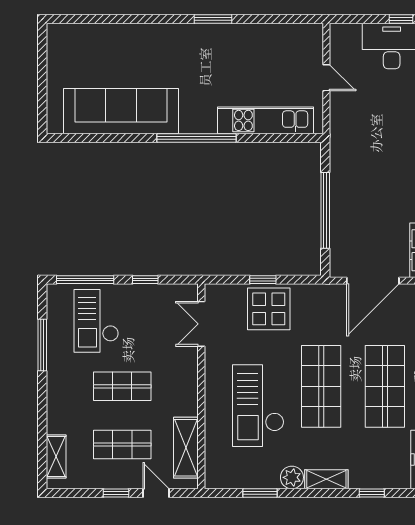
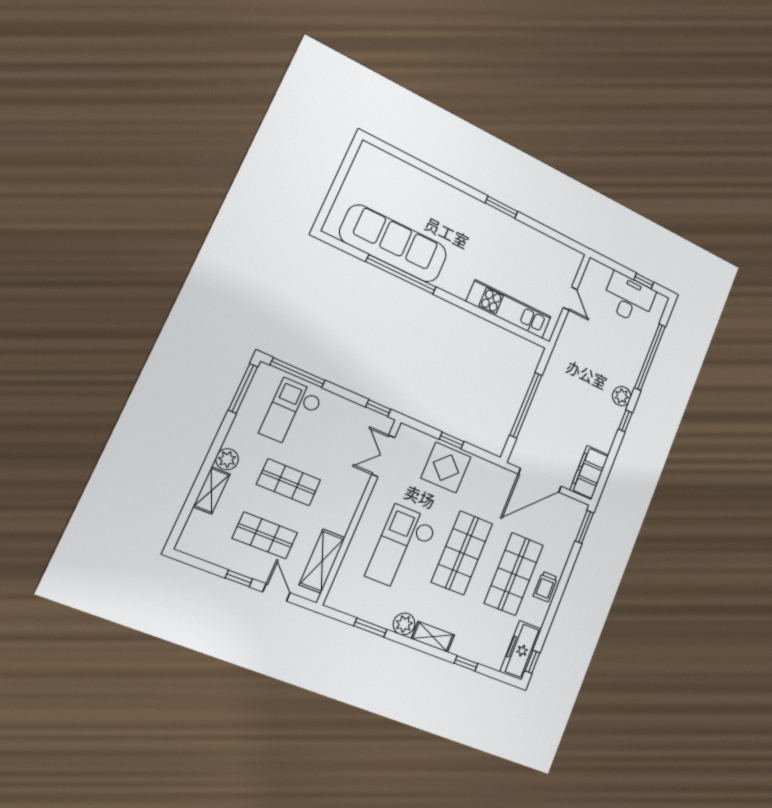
window: (197, 138) -> (401, 274), moved
window: (145, 280) -> (378, 408), moved
window: (42, 345) -> (243, 388), moved
plant: (57, 388) -> (227, 459), added
shelving: (56, 457) -> (212, 490), moved

